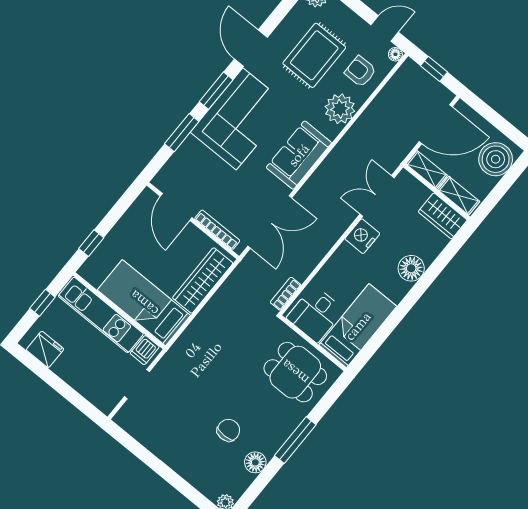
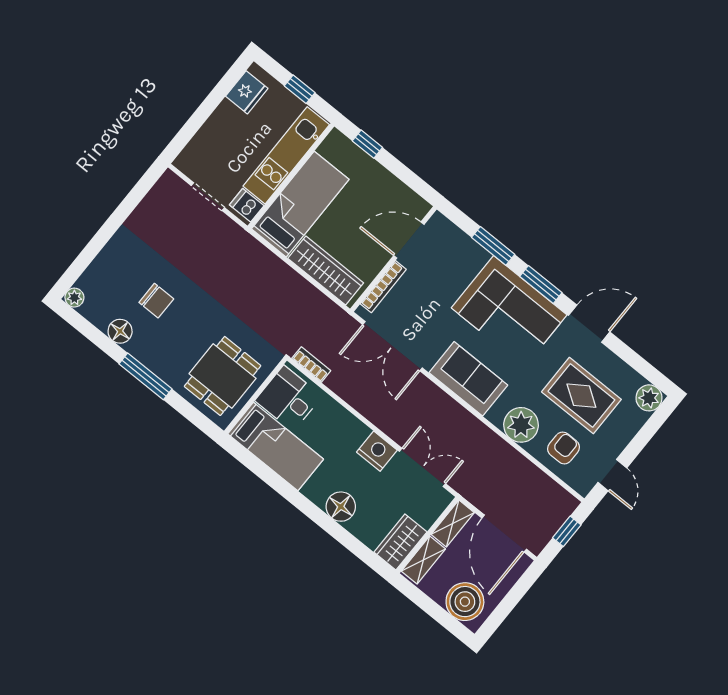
floor lamp: (395, 54) -> (583, 487), removed

